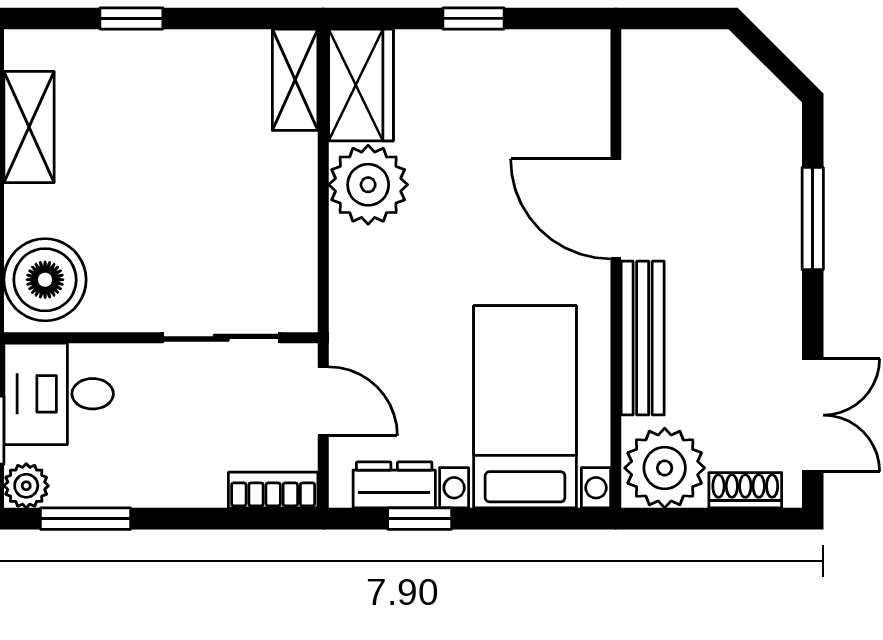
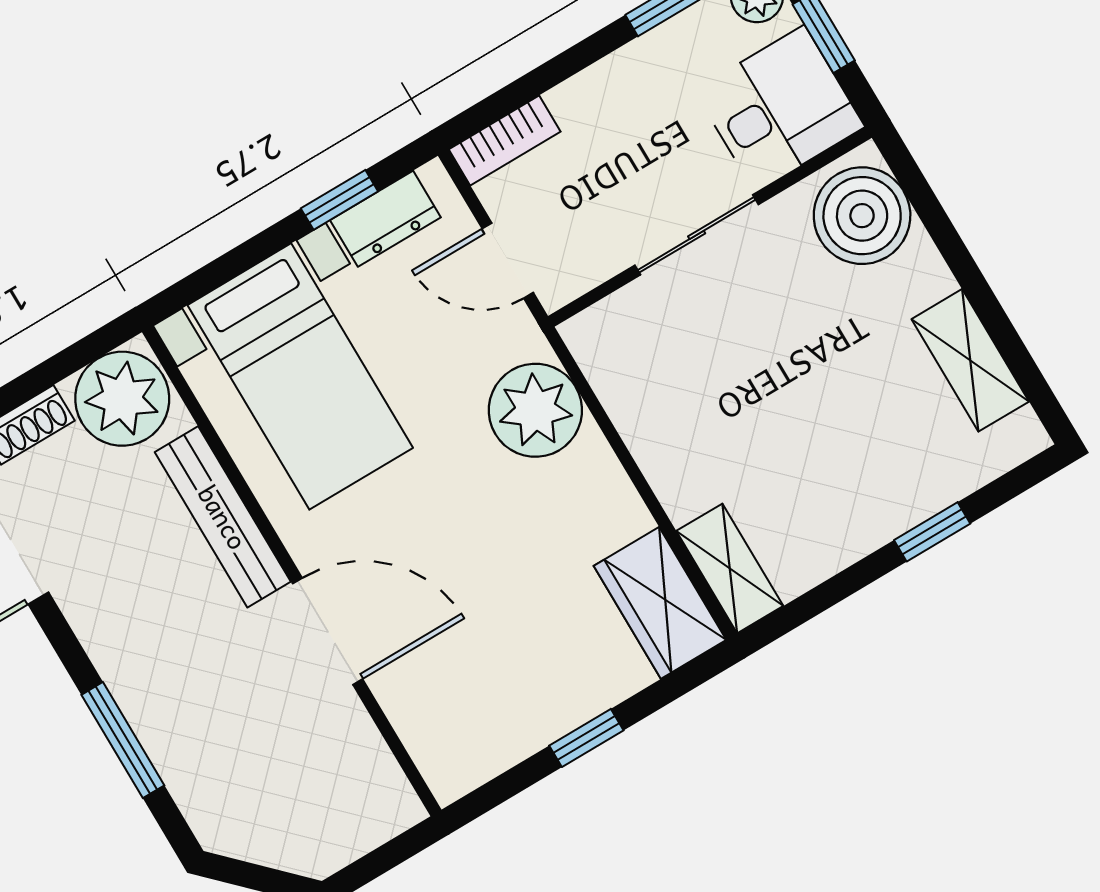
plant: (368, 185) -> (535, 410), moved
sliding door: (221, 338) -> (697, 235), moved

